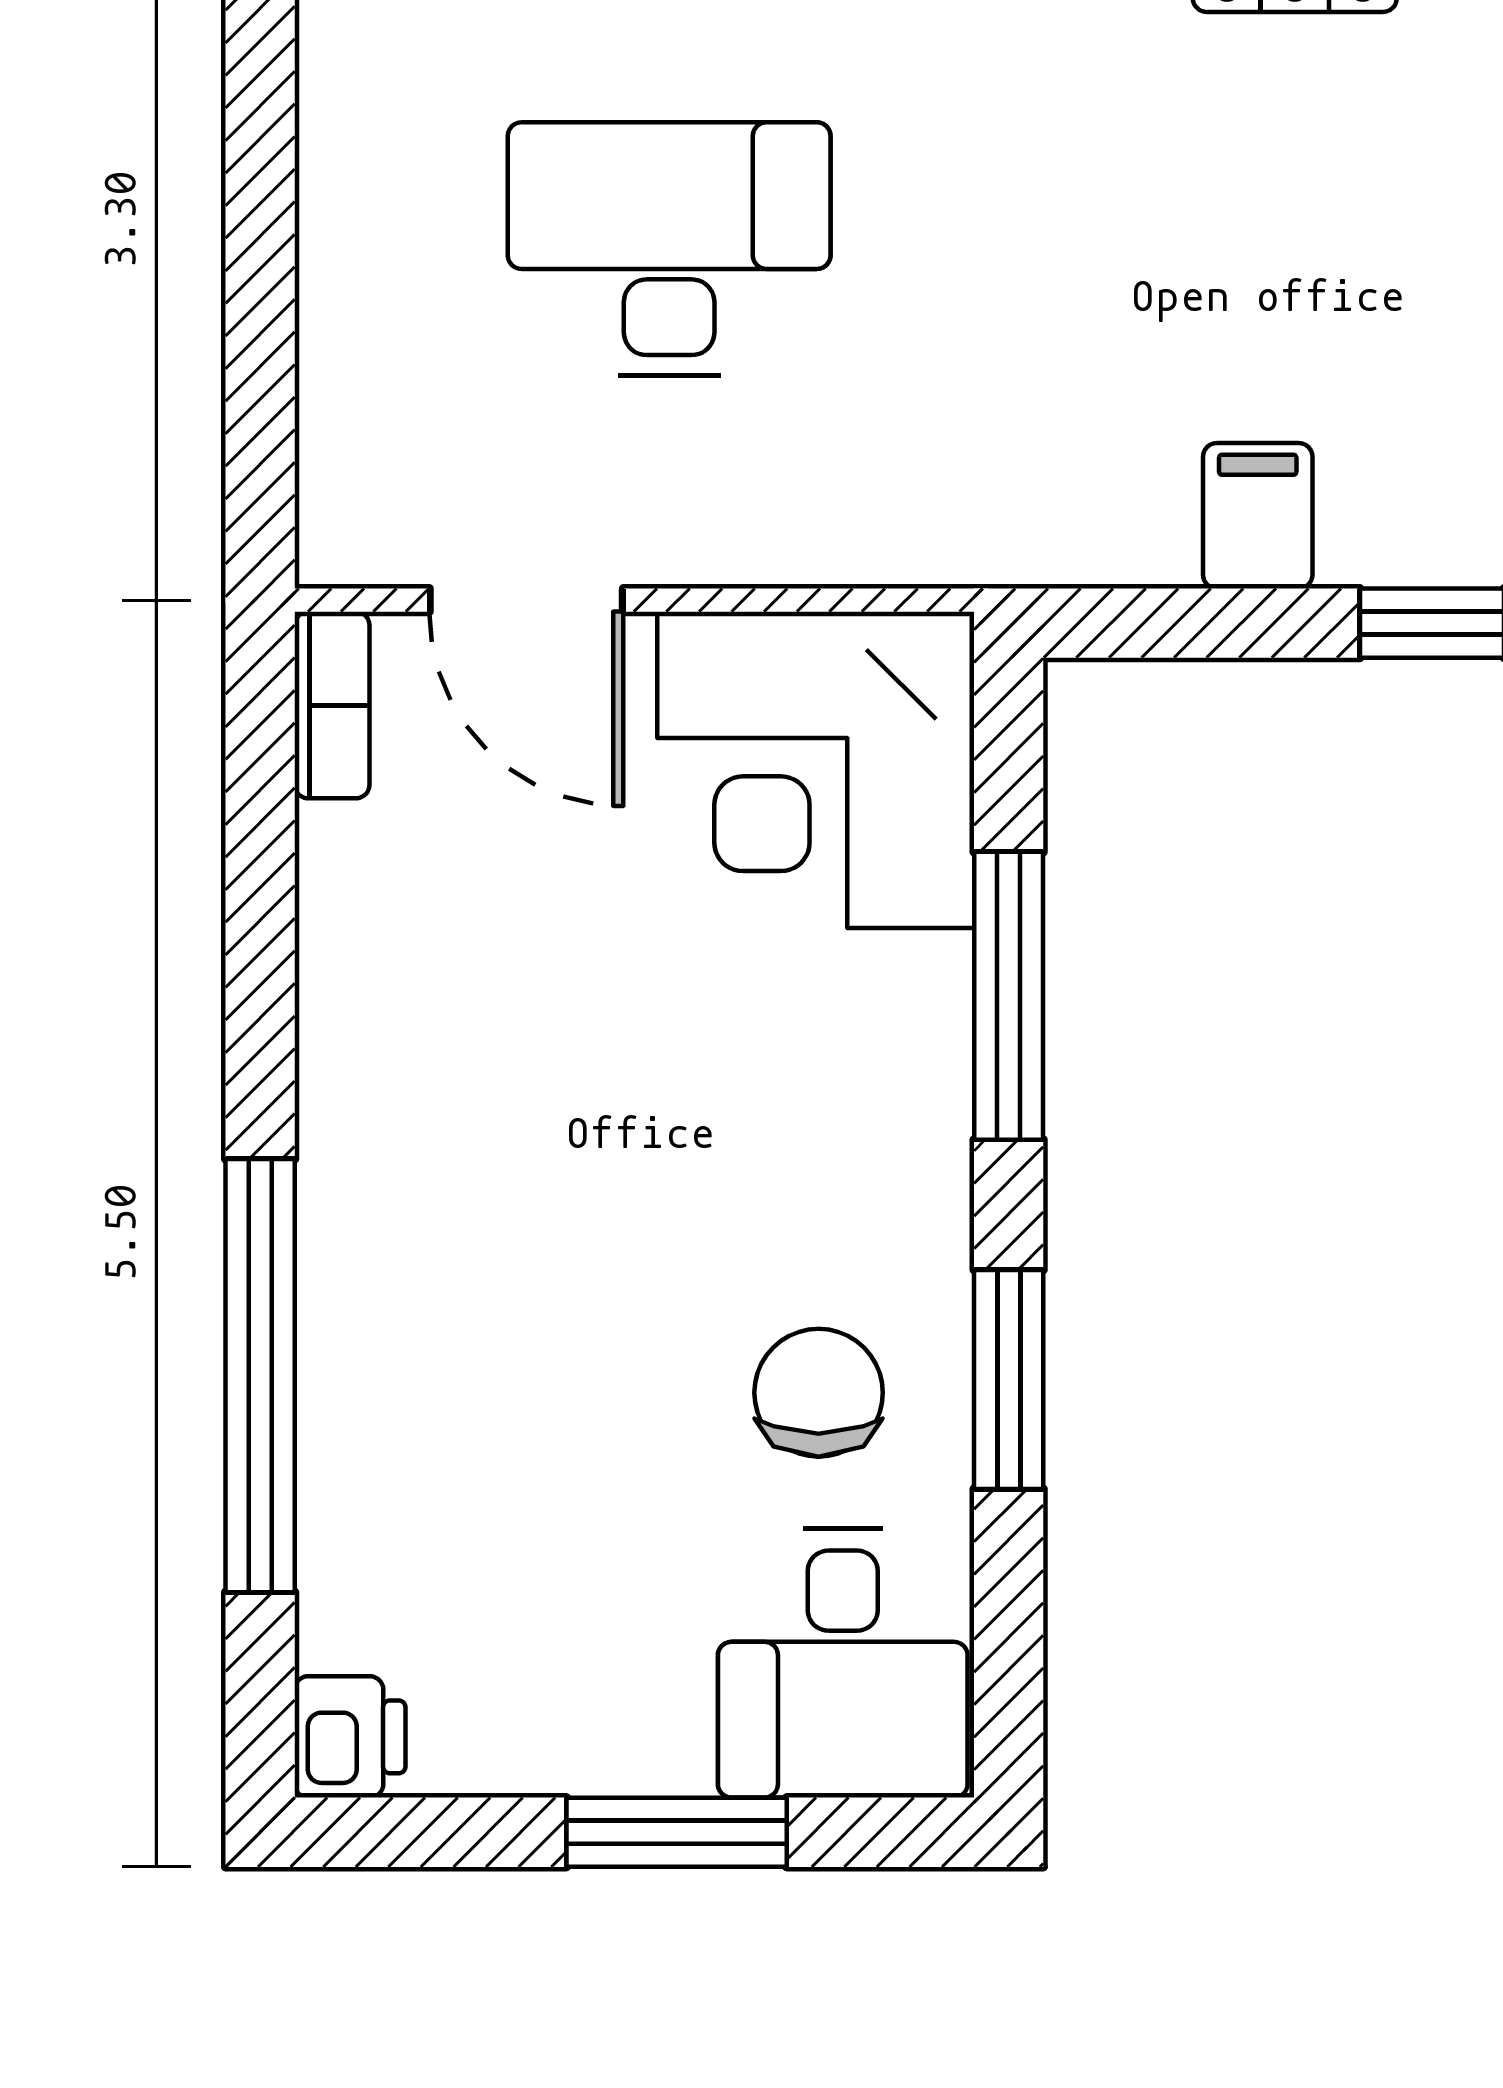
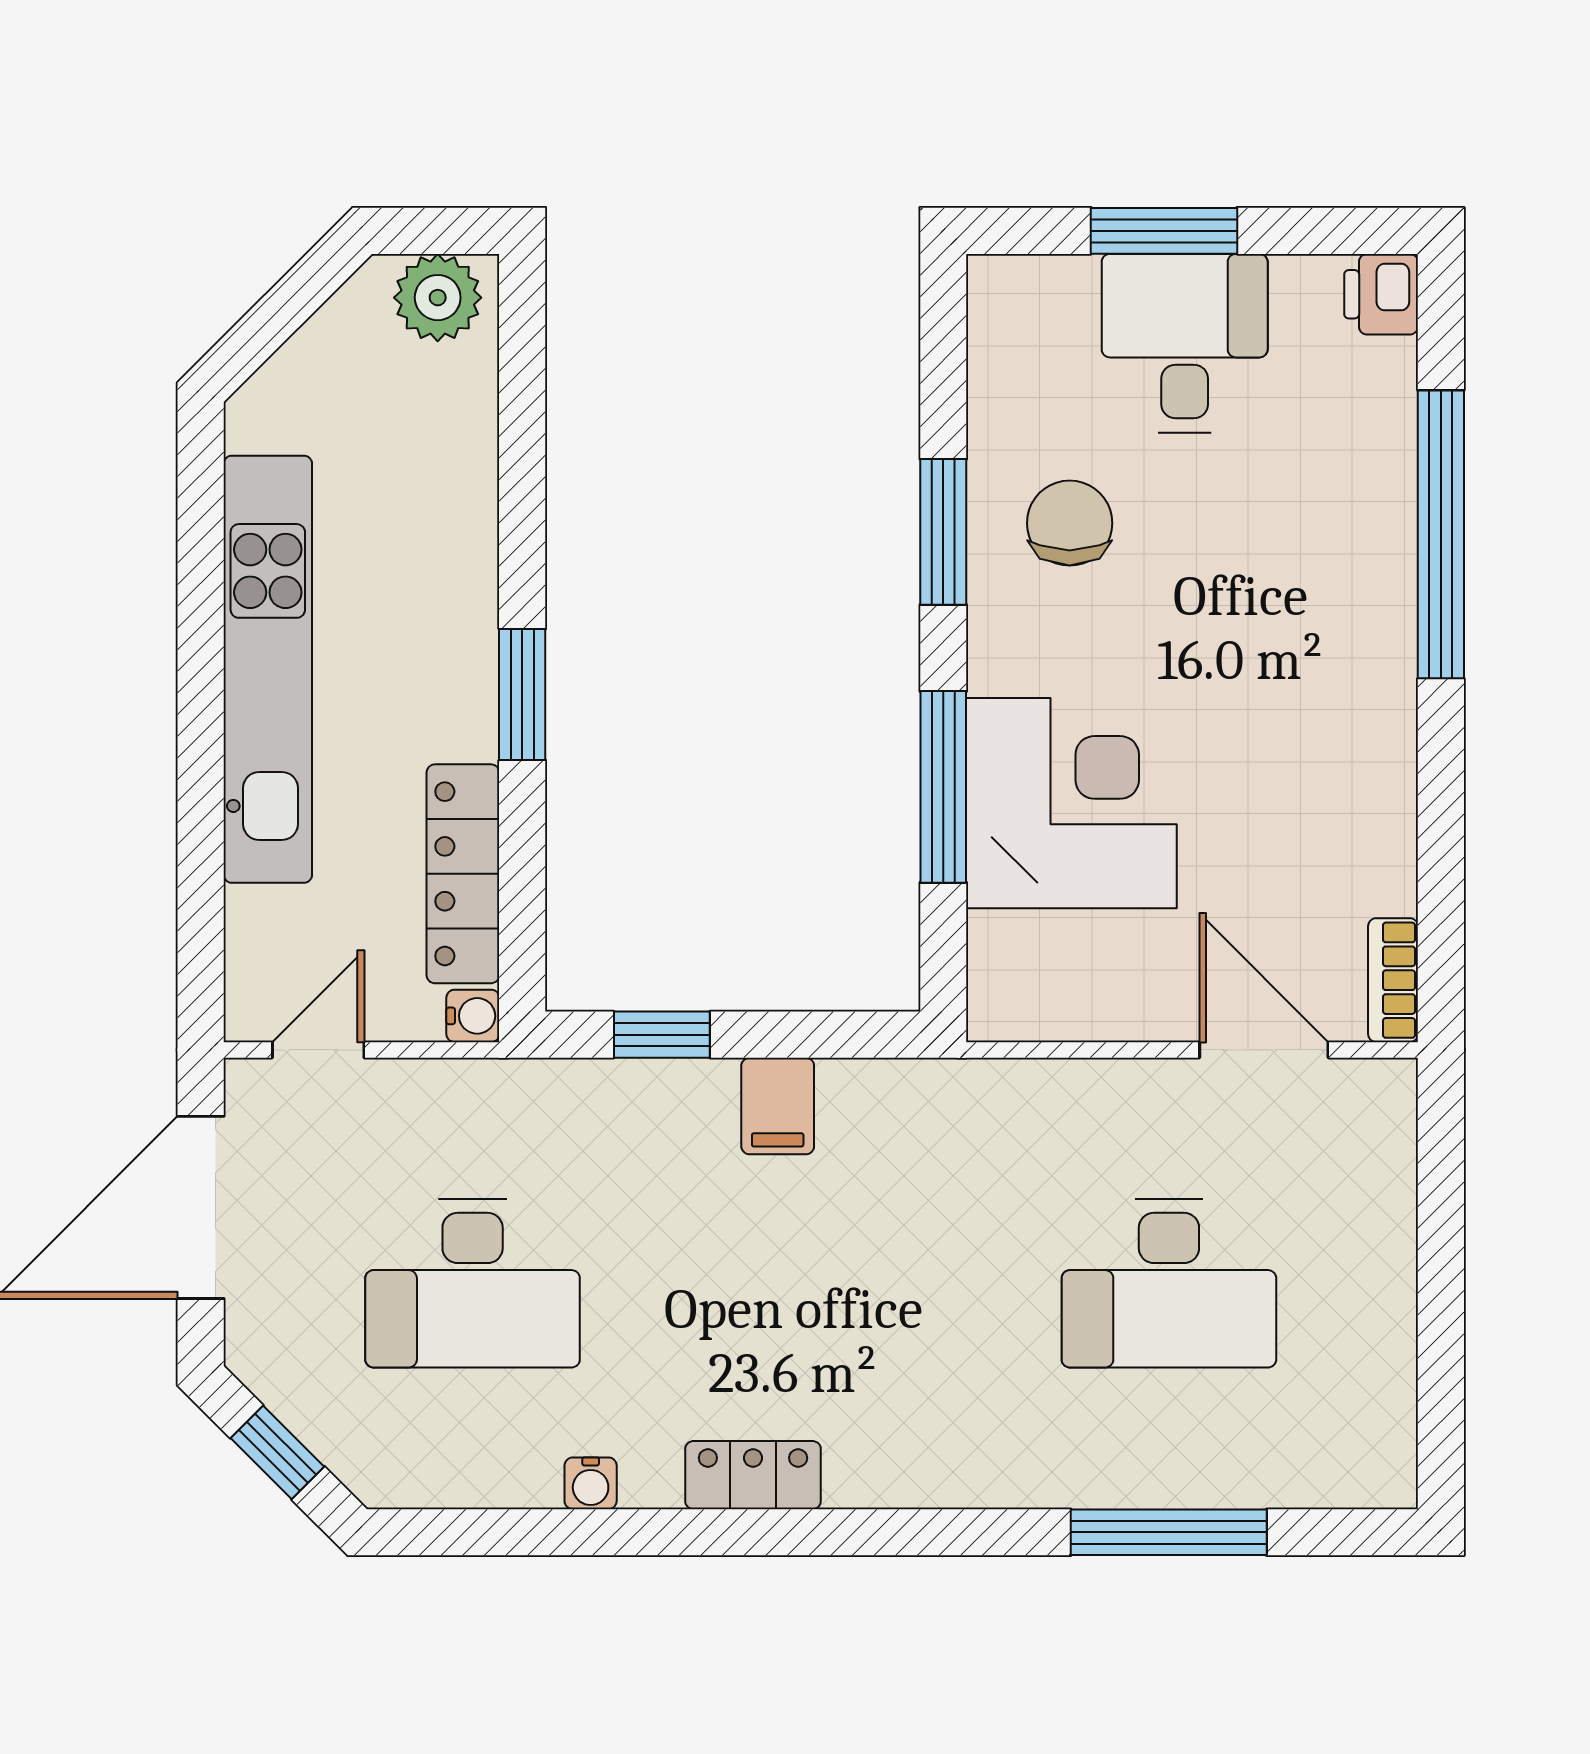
corner desk: (816, 770) -> (1071, 803), moved
chair: (819, 1393) -> (1070, 523), turned 180
desk: (843, 1663) -> (1185, 343), moved

